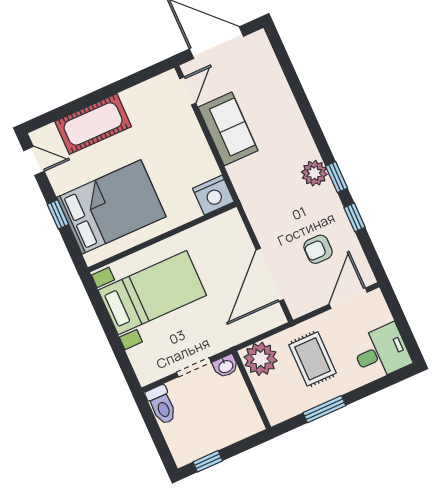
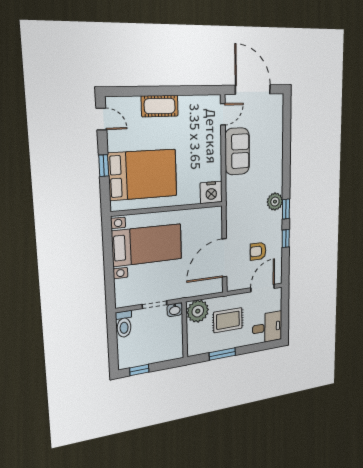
cot: (93, 124) -> (160, 106), width x0.73, depth x0.75
rug: (312, 359) -> (228, 320), turned 90

